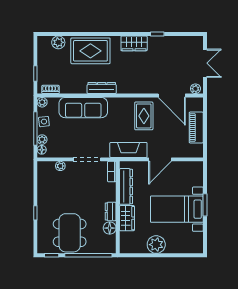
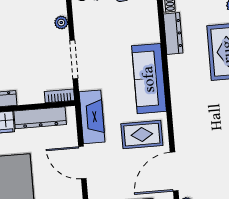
dresser: (102, 88) -> (173, 33), moved
sofa: (83, 108) -> (149, 79), moved

